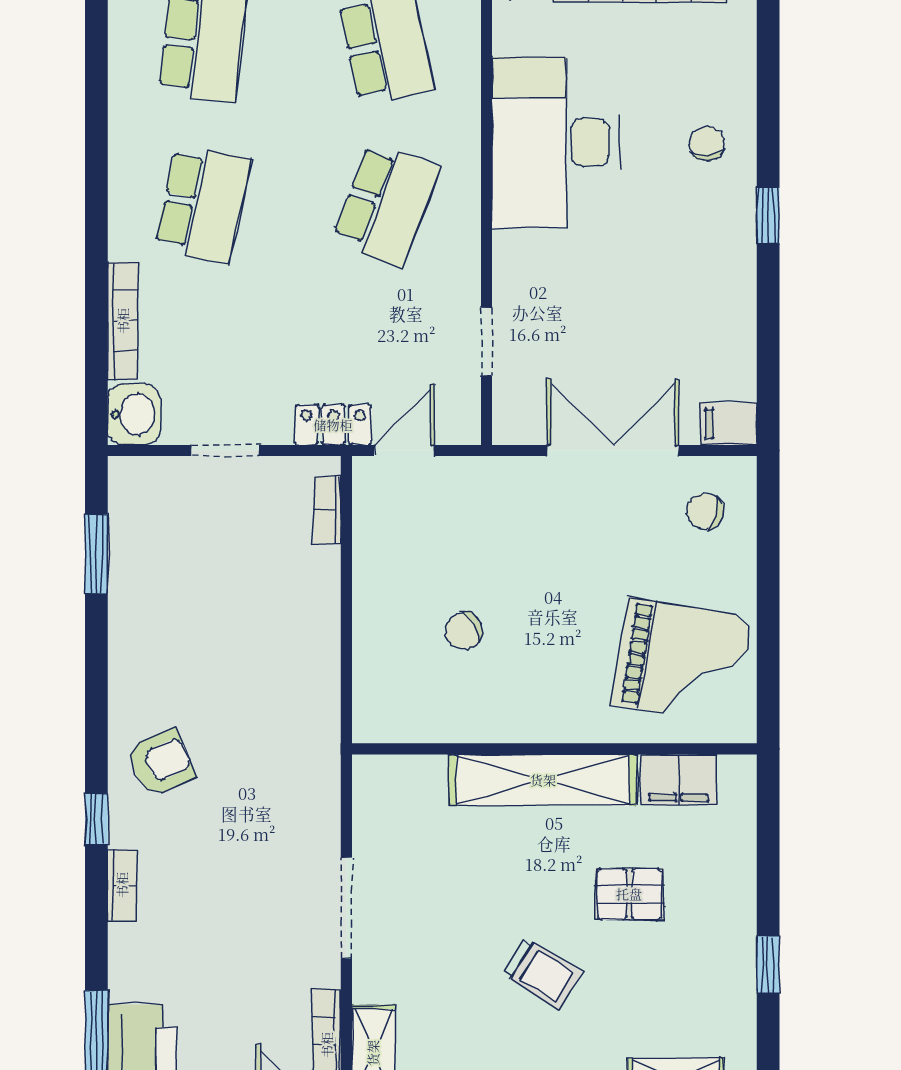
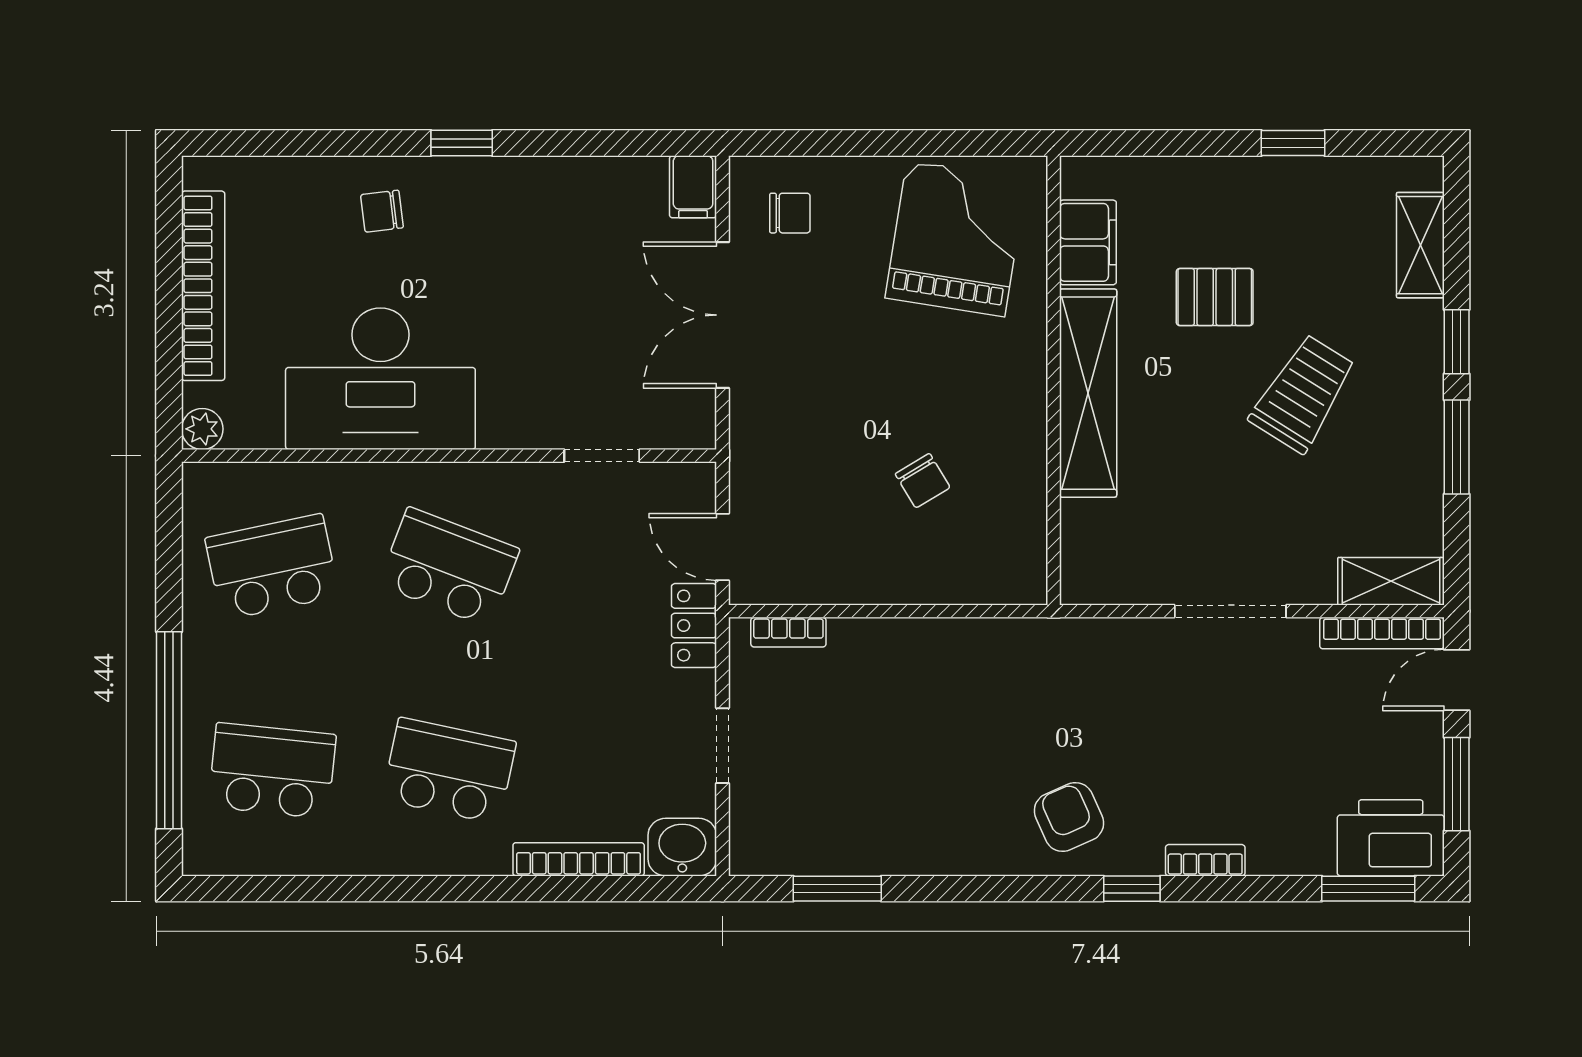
chair: (705, 511) -> (790, 213), turned -107
pallet: (629, 894) -> (1215, 297), turned 90
trolley: (542, 973) -> (1303, 393), width x1.36, depth x1.39

